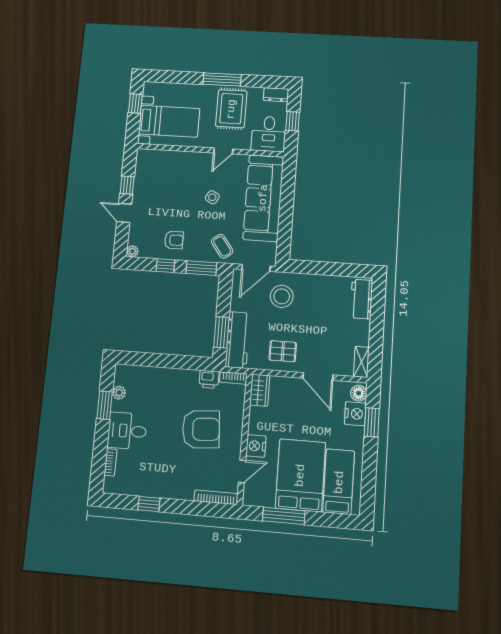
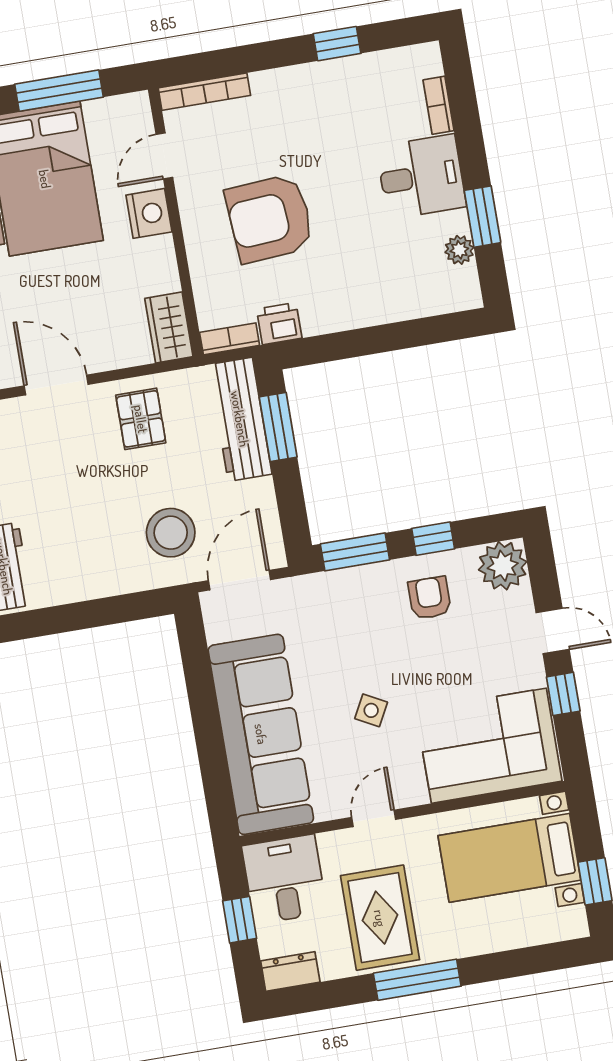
corner sofa: (165, 170) -> (489, 746), added
armchair: (174, 240) -> (429, 598), turned 90
coffee table: (222, 246) -> (323, 609), removed
plant: (132, 251) -> (503, 566), width x1.88, depth x1.88
pallet: (283, 351) -> (141, 419), turned 90

